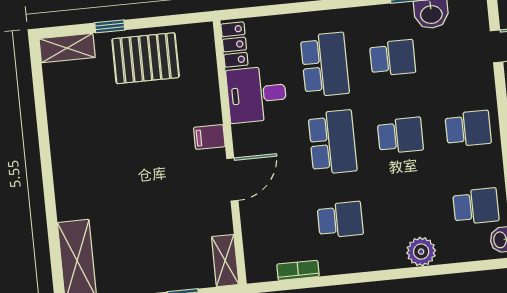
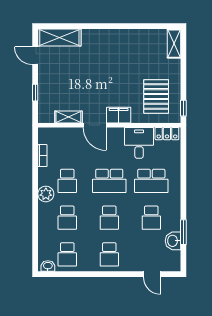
window: (110, 26) -> (183, 108), moved
pallet: (146, 58) -> (156, 96), moved
filing cabinet: (209, 137) -> (119, 115), width x2.00
school desk: (408, 213) -> (67, 218), added
plant: (421, 252) -> (46, 194), moved
shelving: (225, 261) -> (68, 117), moved

